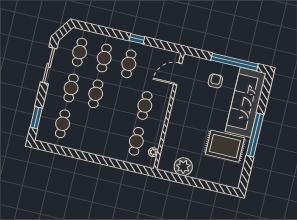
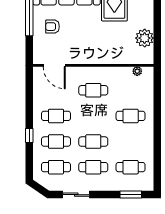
window: (137, 39) -> (29, 135), moved
sliding door: (49, 65) -> (76, 195), width x0.73
cafe table: (136, 141) -> (131, 116), moved

